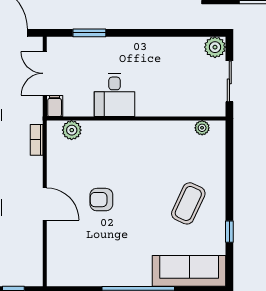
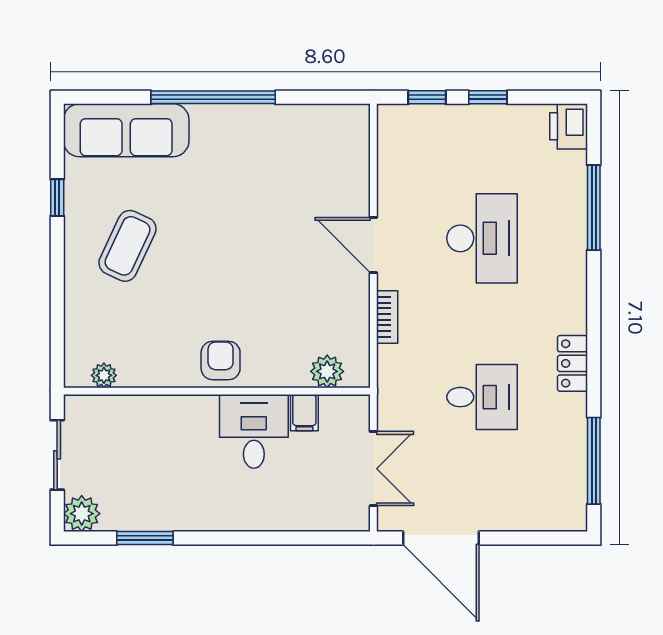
window: (89, 33) -> (145, 538), moved
filing cabinet: (55, 106) -> (304, 413), moved
bookcase: (37, 140) -> (387, 317), moved
armchair: (101, 200) -> (221, 360), moved, turned -90

